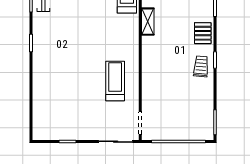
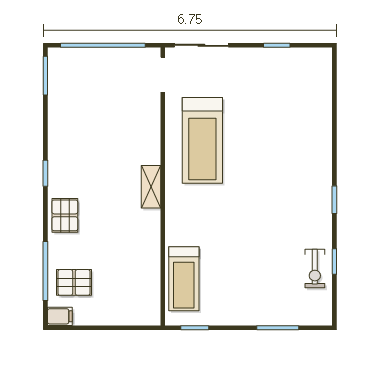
shelving: (148, 22) -> (151, 187), moved
trolley: (201, 66) -> (67, 163), removed
treadmill: (115, 81) -> (202, 140), width x1.37, depth x1.38

